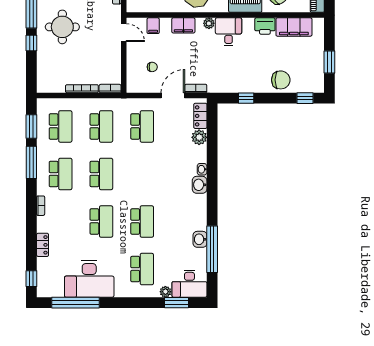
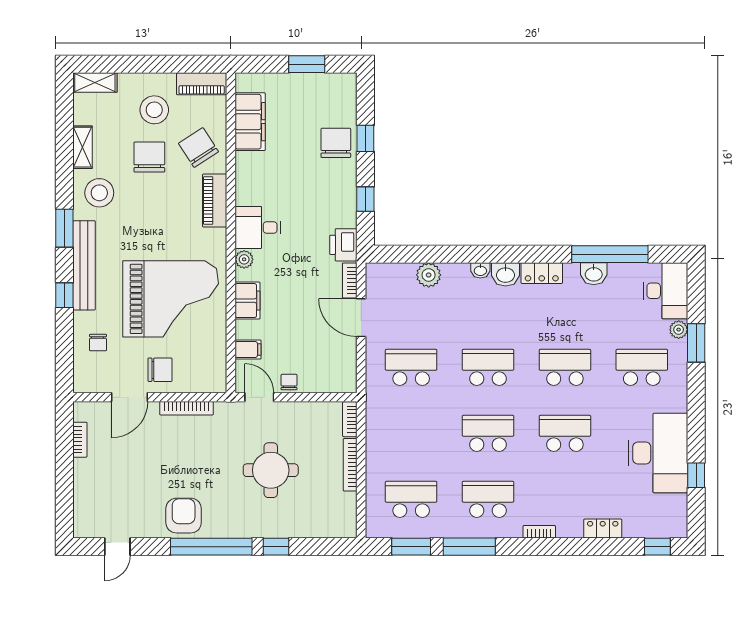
printer: (265, 26) -> (343, 245), moved, turned 180
round table: (62, 27) -> (271, 470), moved
door: (124, 33) -> (259, 397), hinge flipped
chair: (152, 67) -> (289, 382), moved
window: (305, 98) -> (365, 138), moved
locker: (200, 116) -> (542, 273), moved
school desk: (101, 126) -> (488, 367), moved
window: (75, 303) -> (696, 475), width x0.32
window: (176, 303) -> (696, 343), moved

